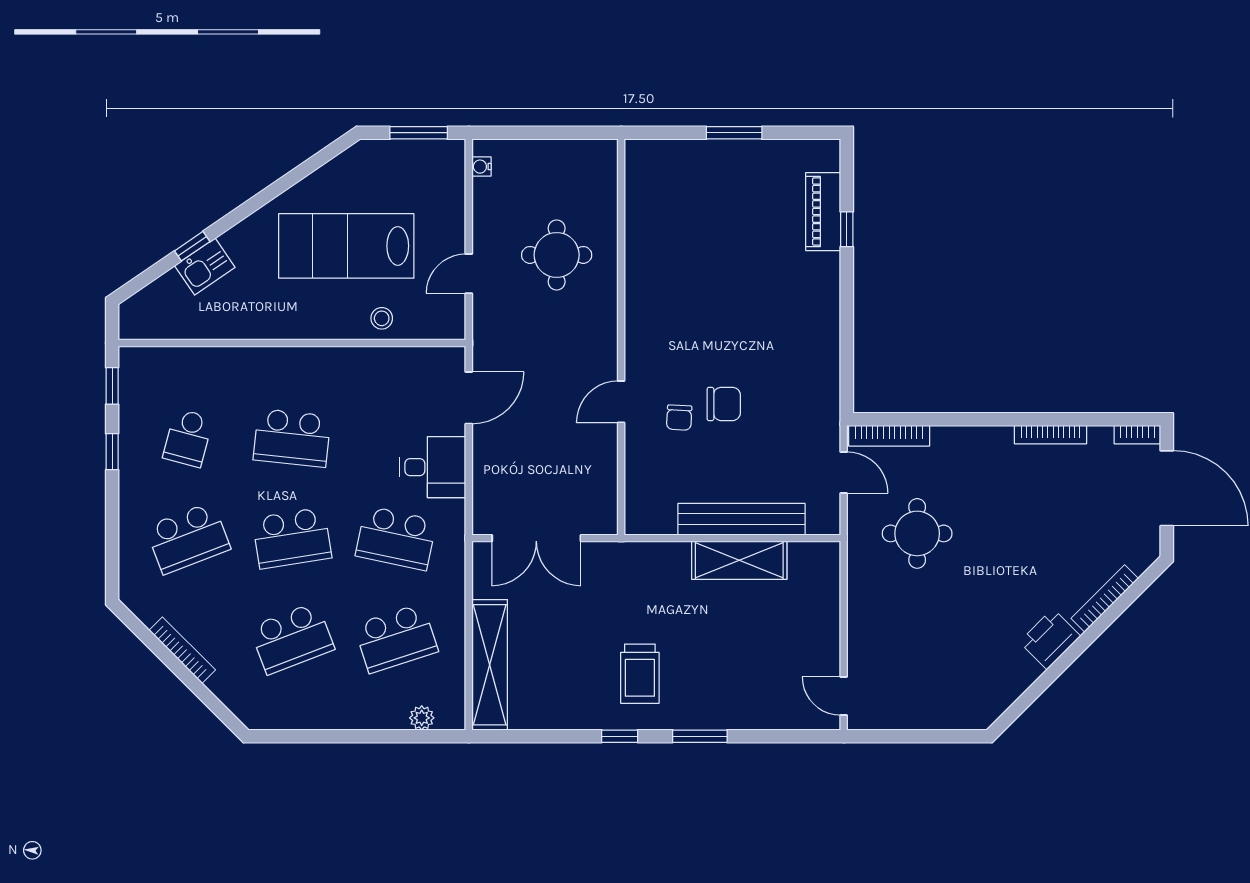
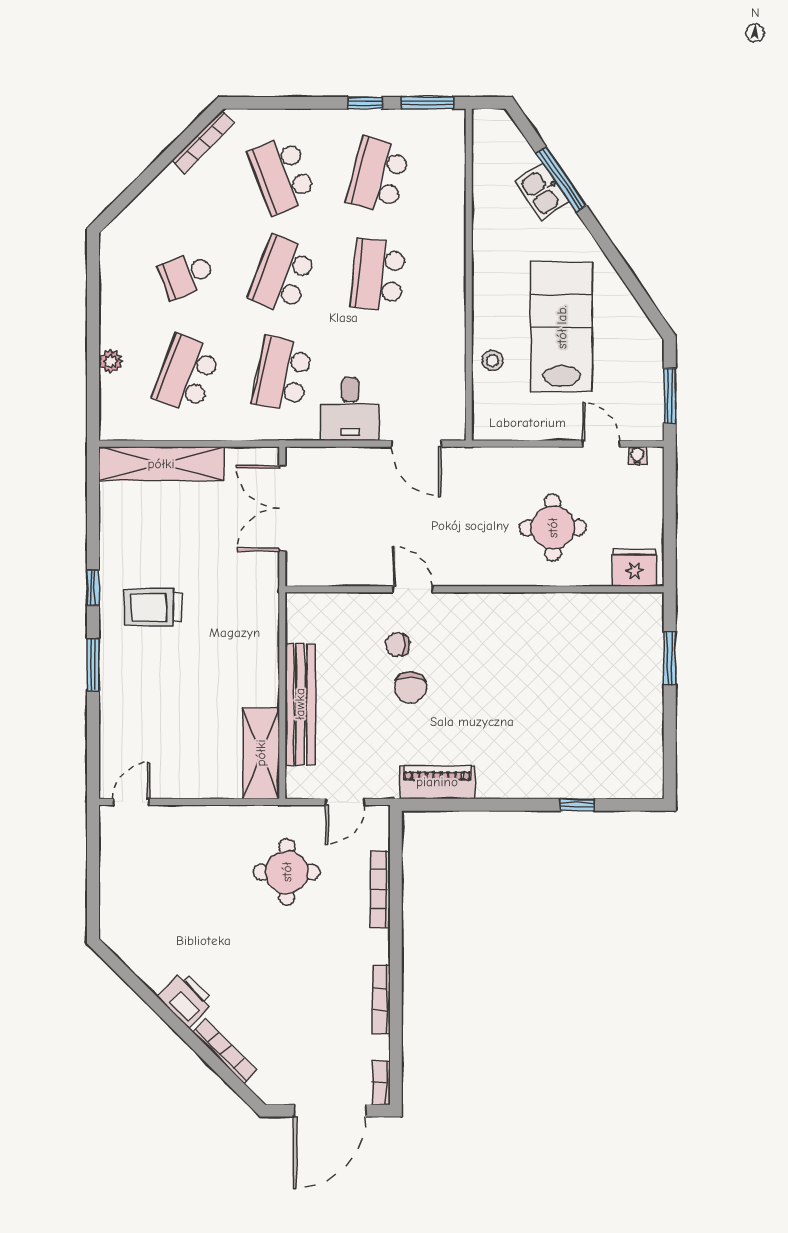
window: (734, 133) -> (670, 658), moved
fridge: (599, 169) -> (635, 568), added
piano: (823, 212) -> (437, 782), moved
window: (192, 246) -> (561, 179), width x2.17
door: (469, 274) -> (601, 444), moved
window: (112, 386) -> (428, 103), width x1.50
bookcase: (889, 436) -> (380, 889), moved
school desk: (188, 438) -> (378, 175), width x1.85
school desk: (292, 538) -> (282, 275), turned 30
shelving: (739, 560) -> (261, 753), moved
school desk: (292, 638) -> (187, 275), width x0.54
school desk: (396, 638) -> (187, 374), turned 39
bookcase: (182, 650) -> (203, 142), moved
plant: (422, 718) -> (111, 361), moved

